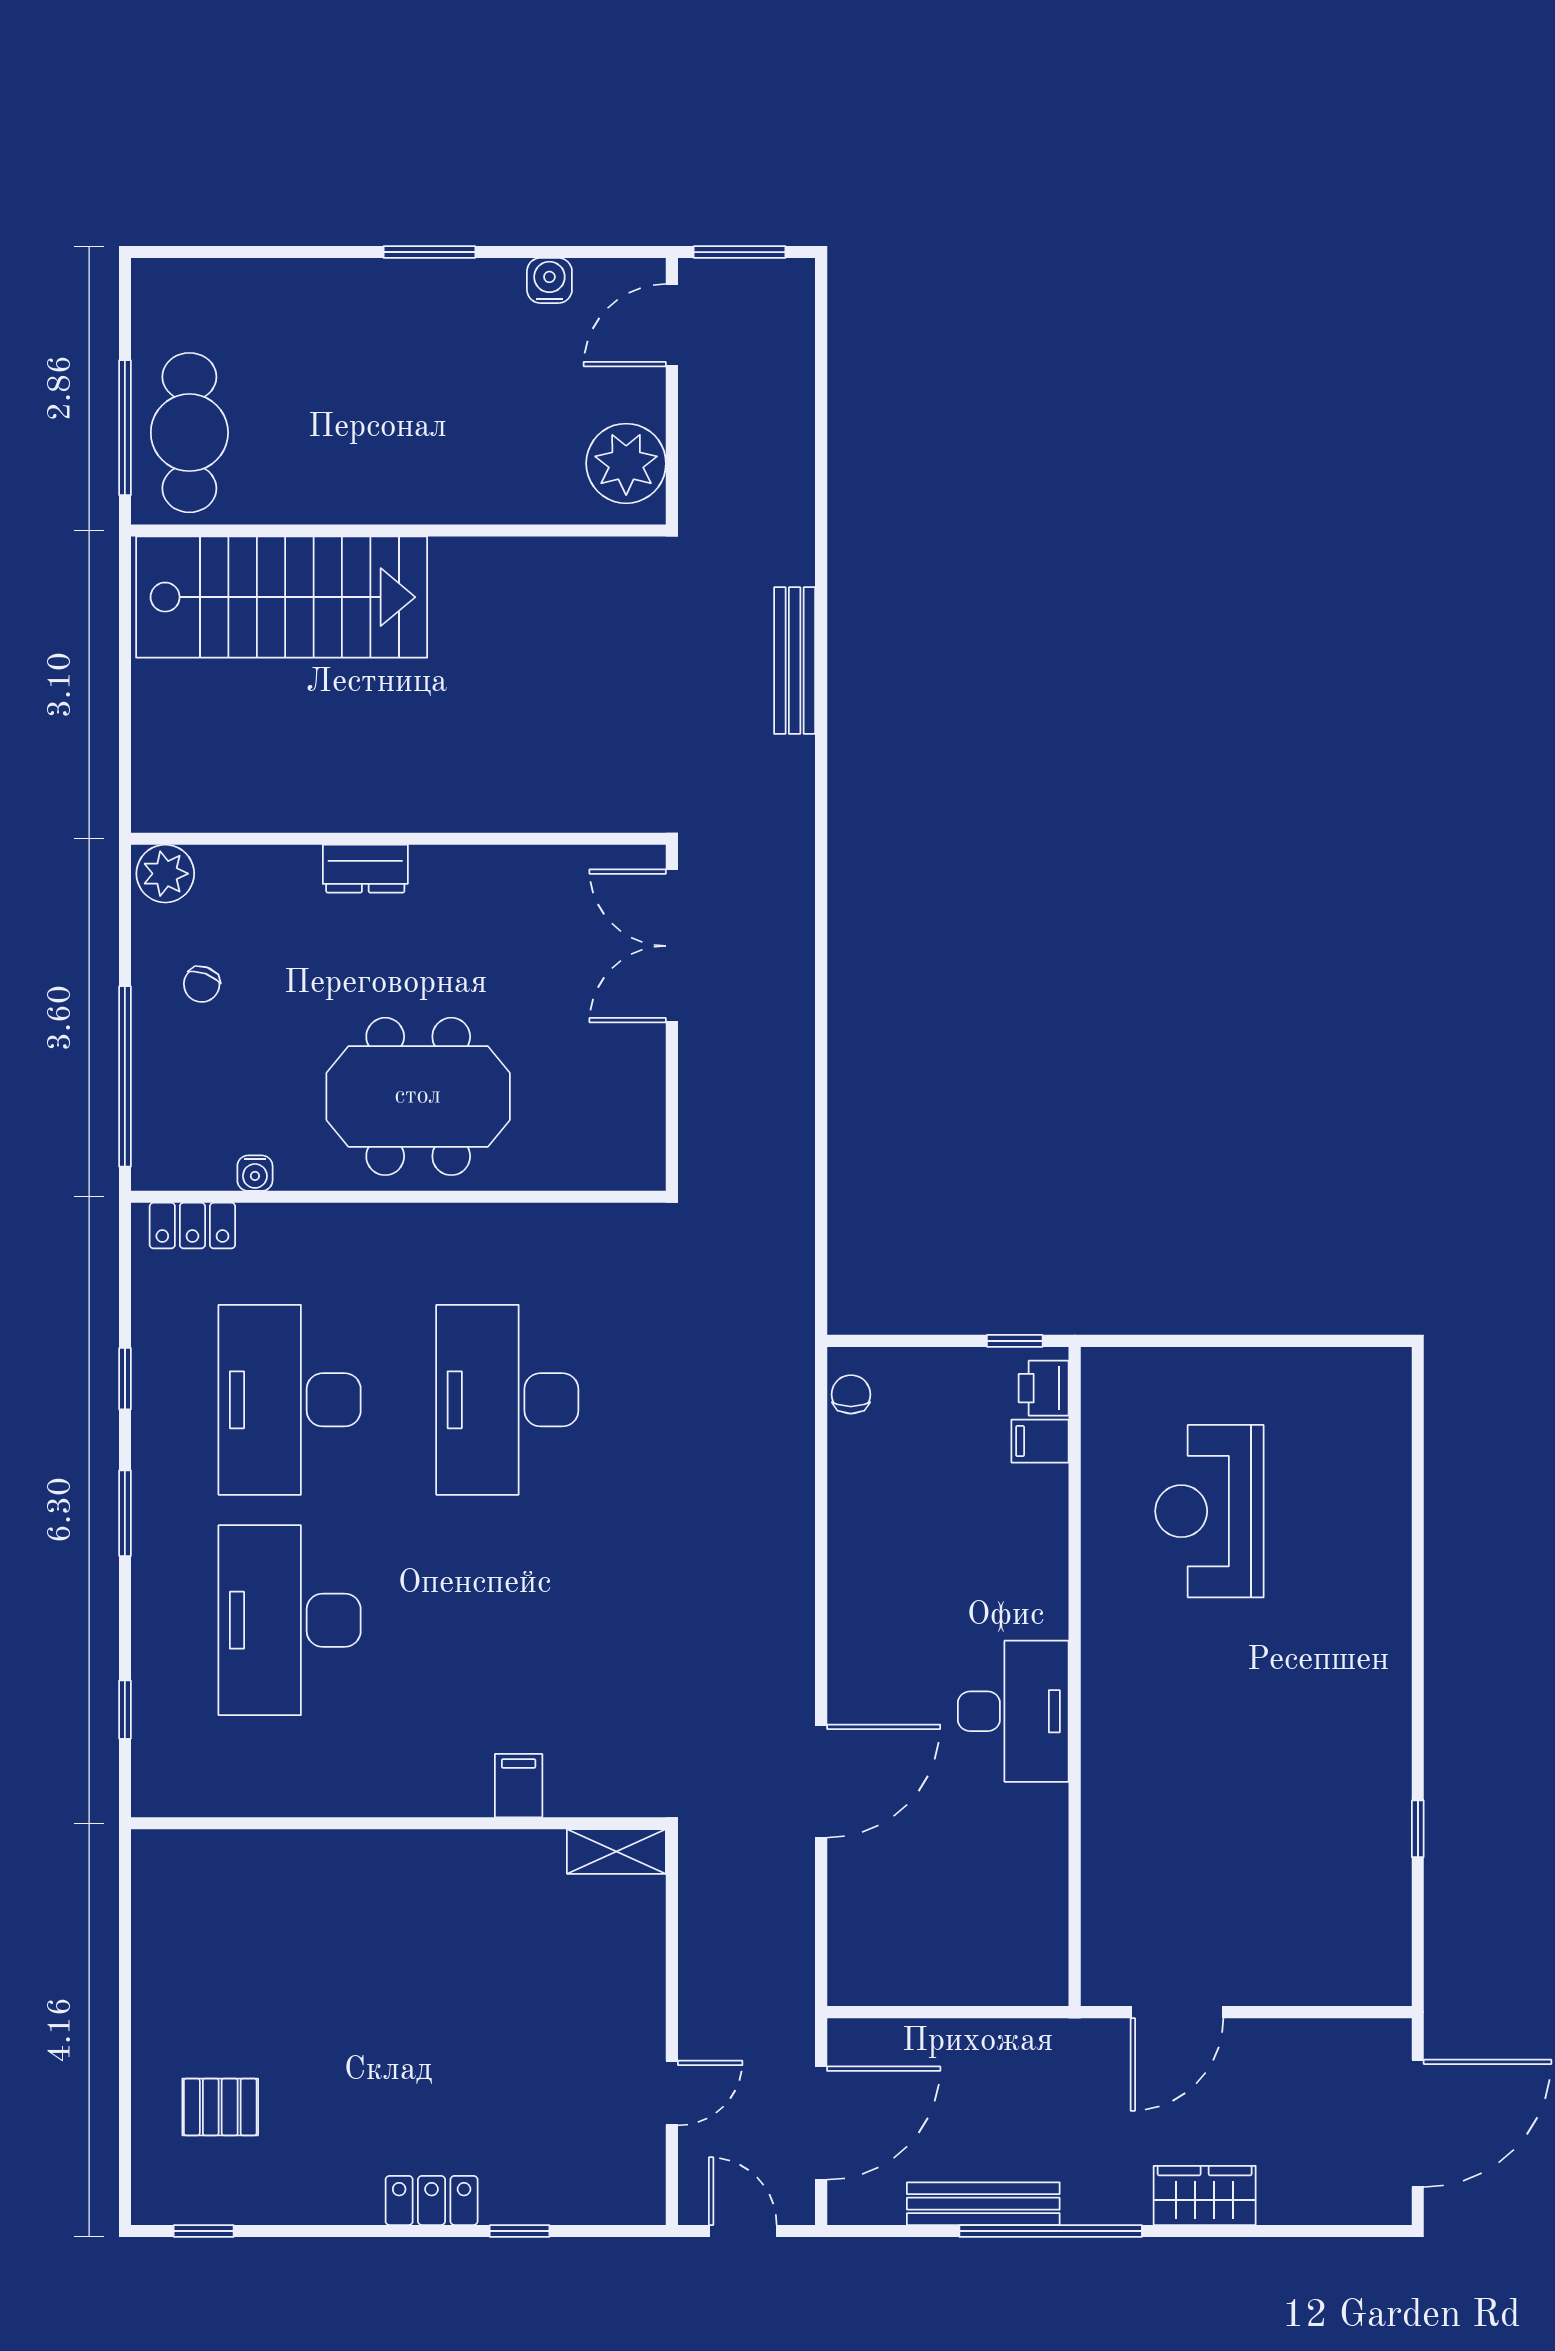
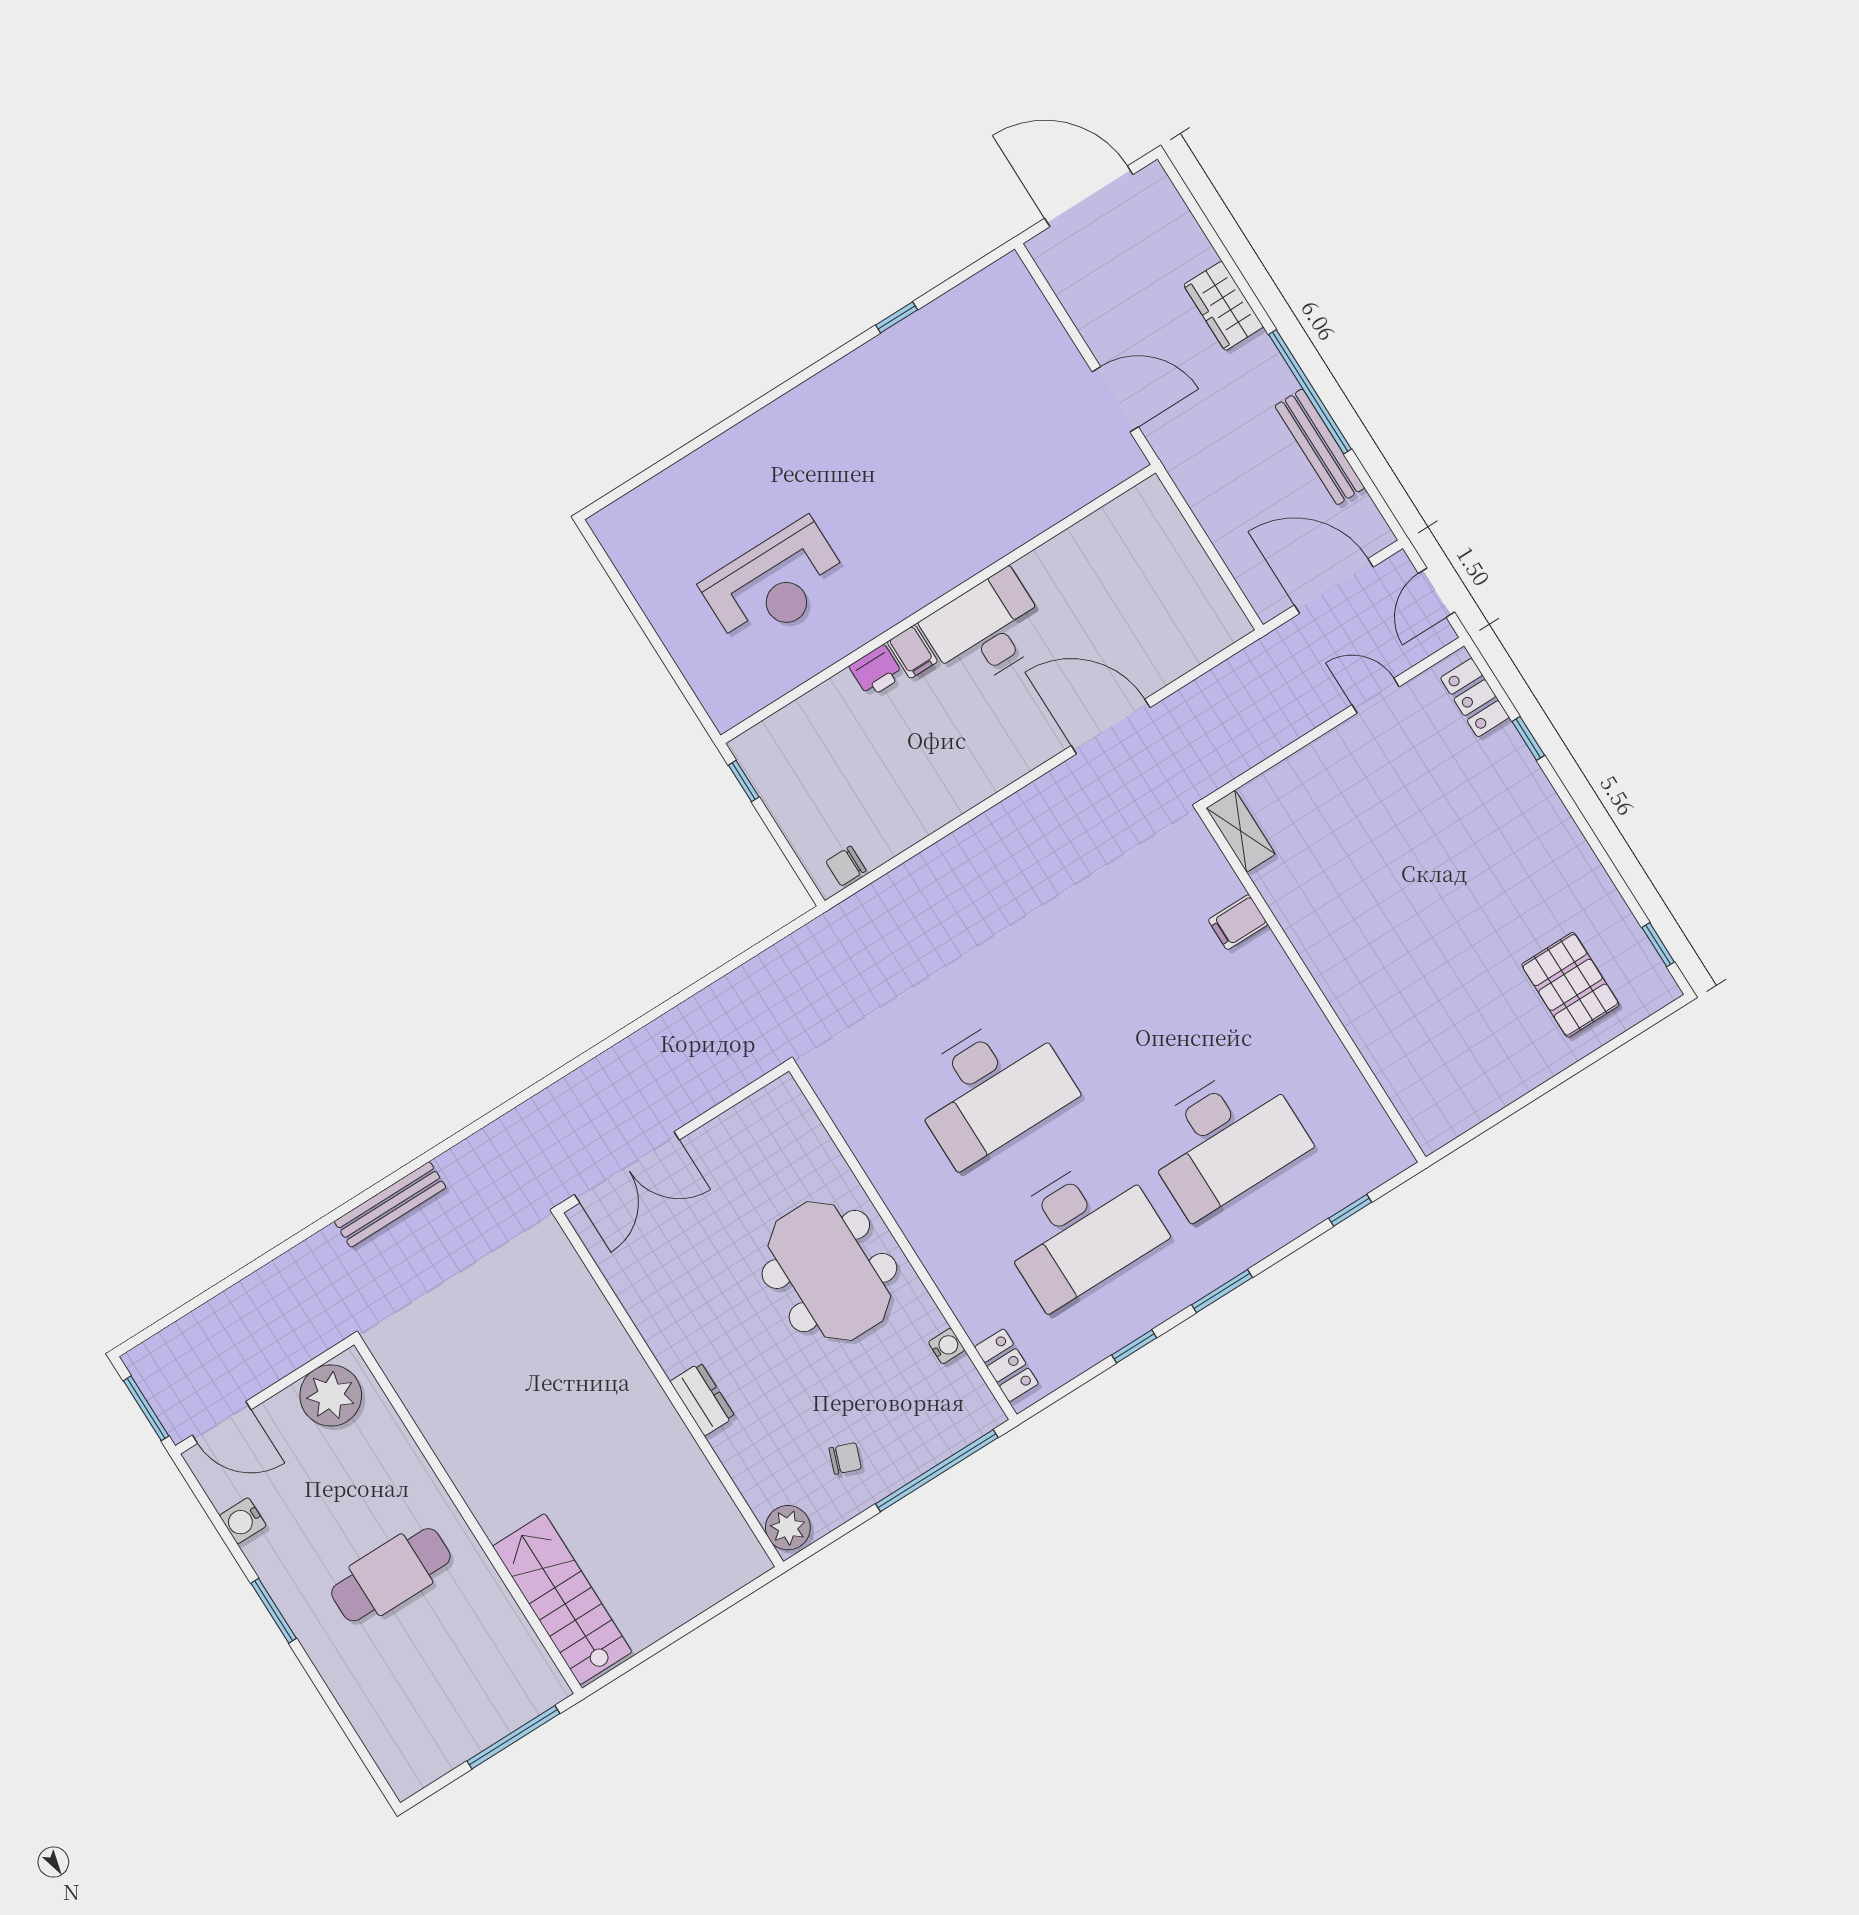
cafe table: (189, 433) -> (391, 1575), moved
stairs: (282, 597) -> (562, 1599), width x0.73, depth x0.66
printer: (1044, 1388) -> (876, 671), moved
filing cabinet: (1040, 1441) -> (912, 652), moved
pallet: (220, 2107) -> (1570, 985), width x1.50, depth x1.42
locker: (432, 2200) -> (1475, 698), moved

